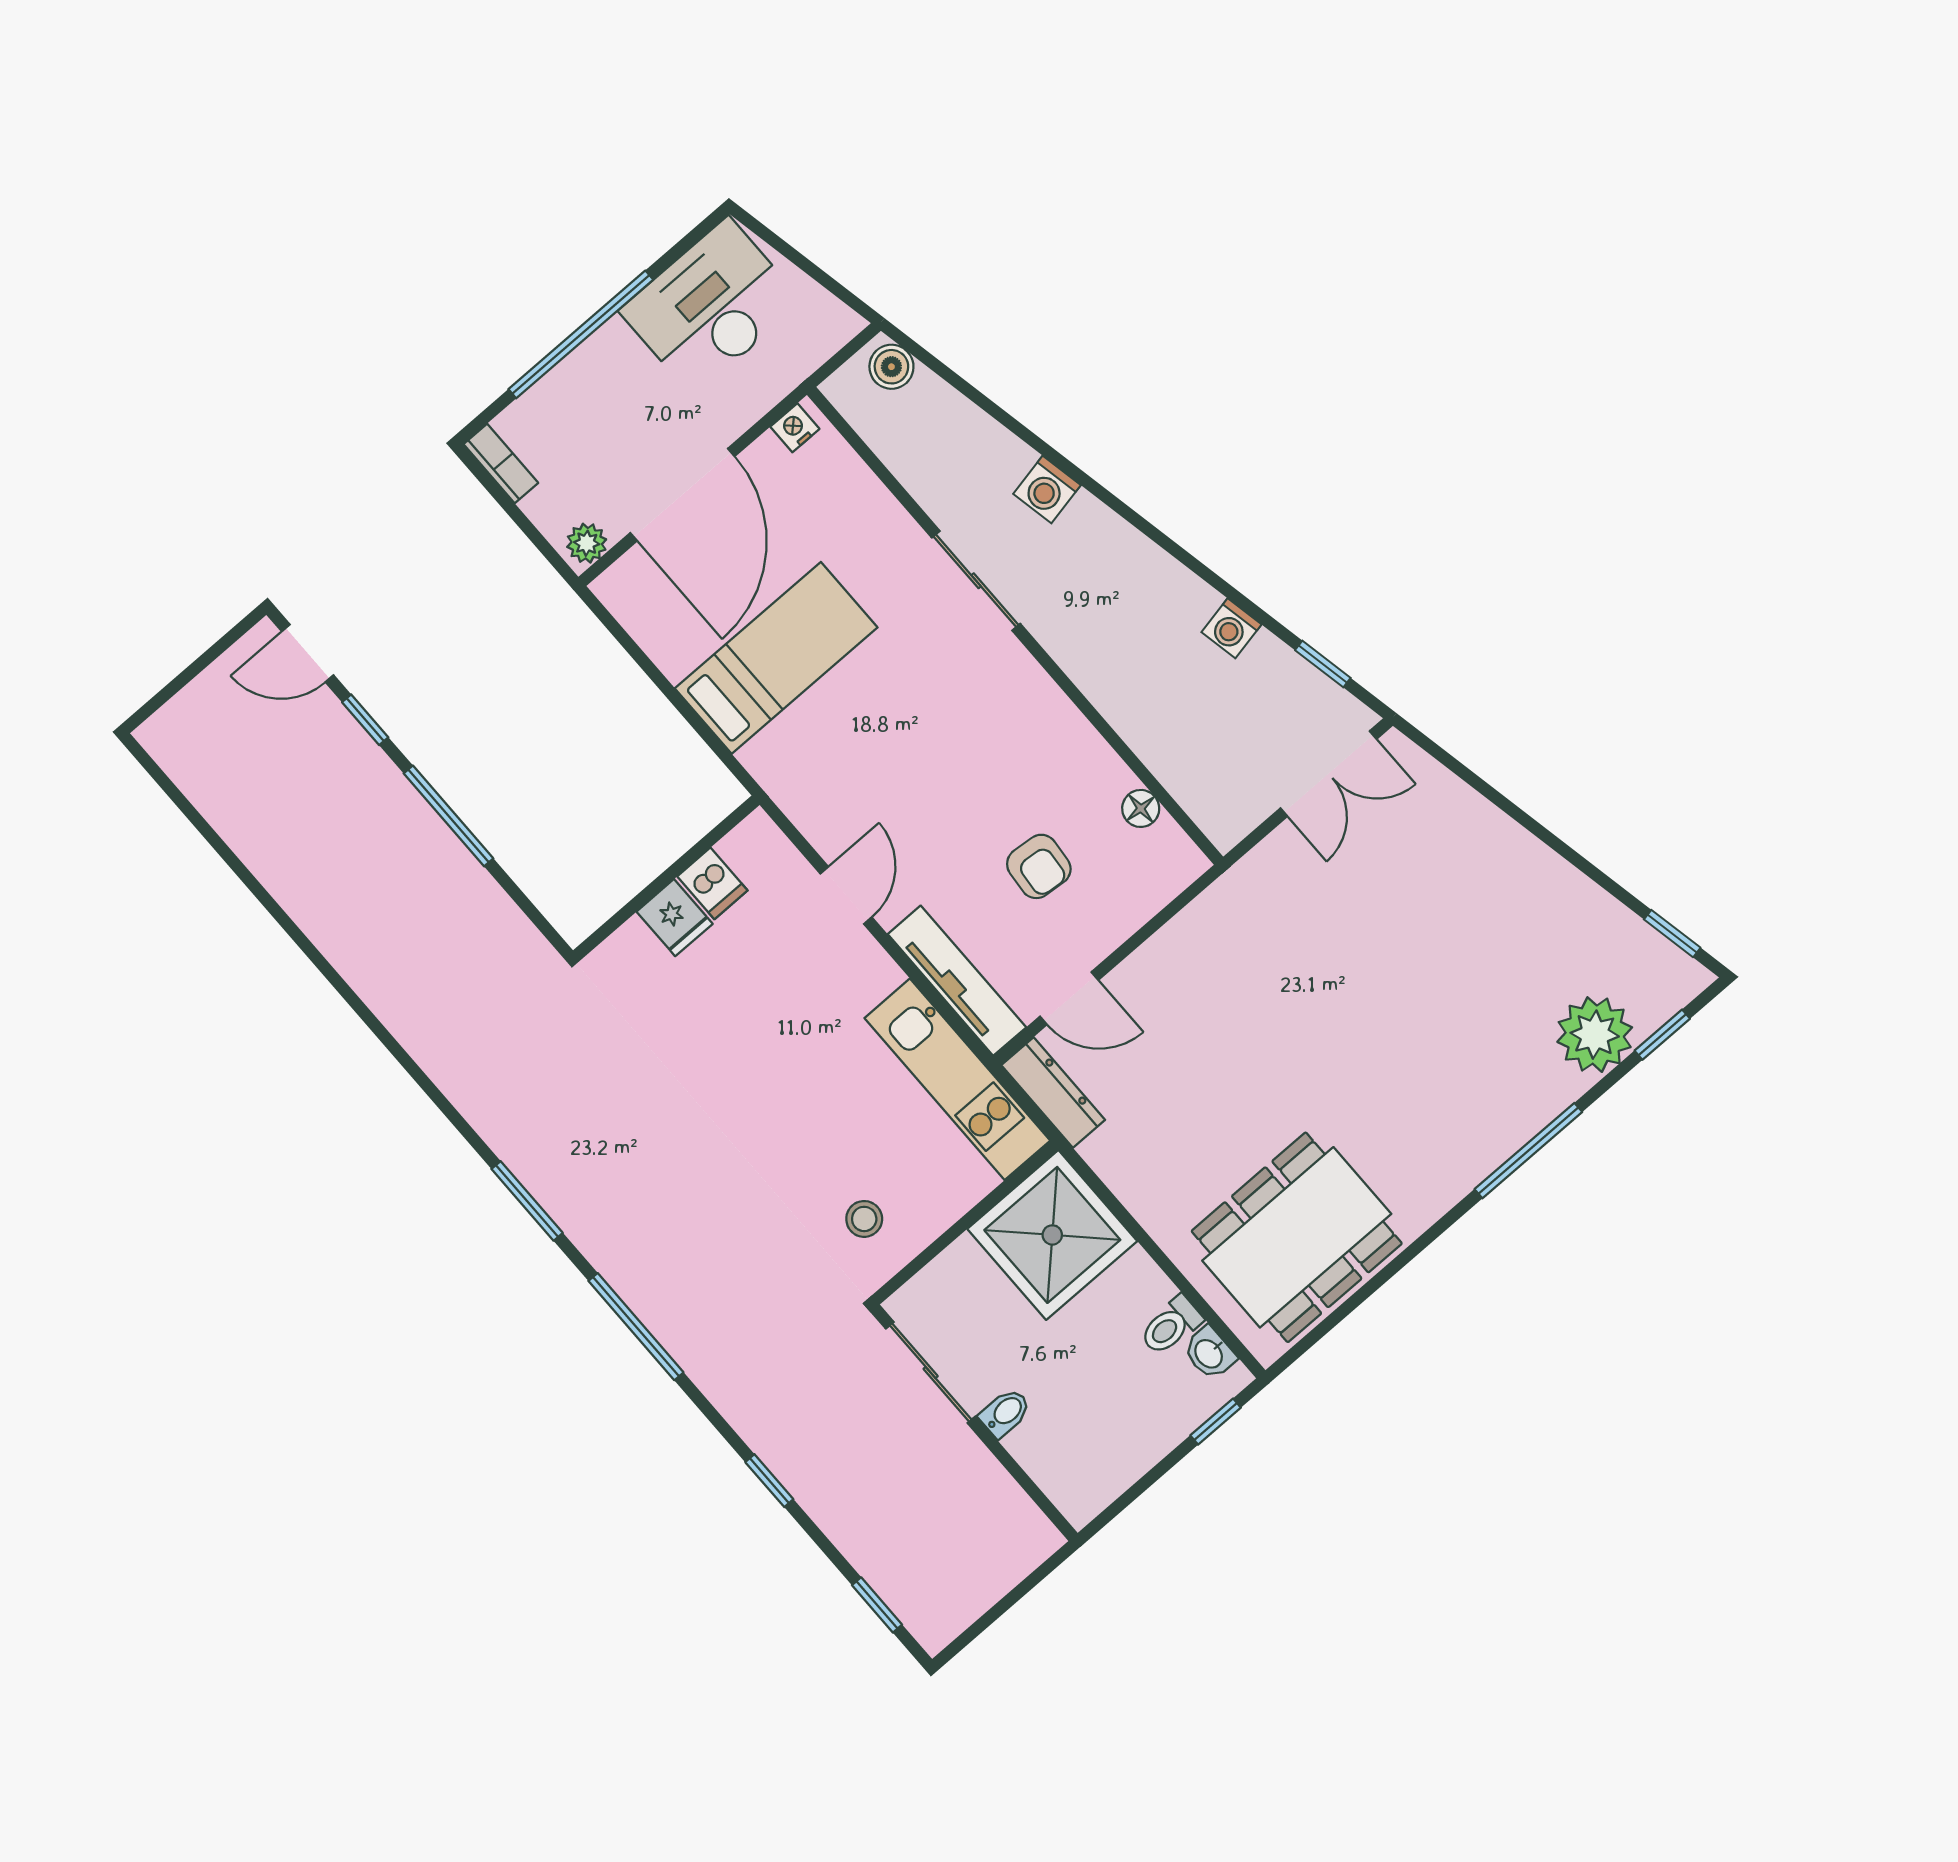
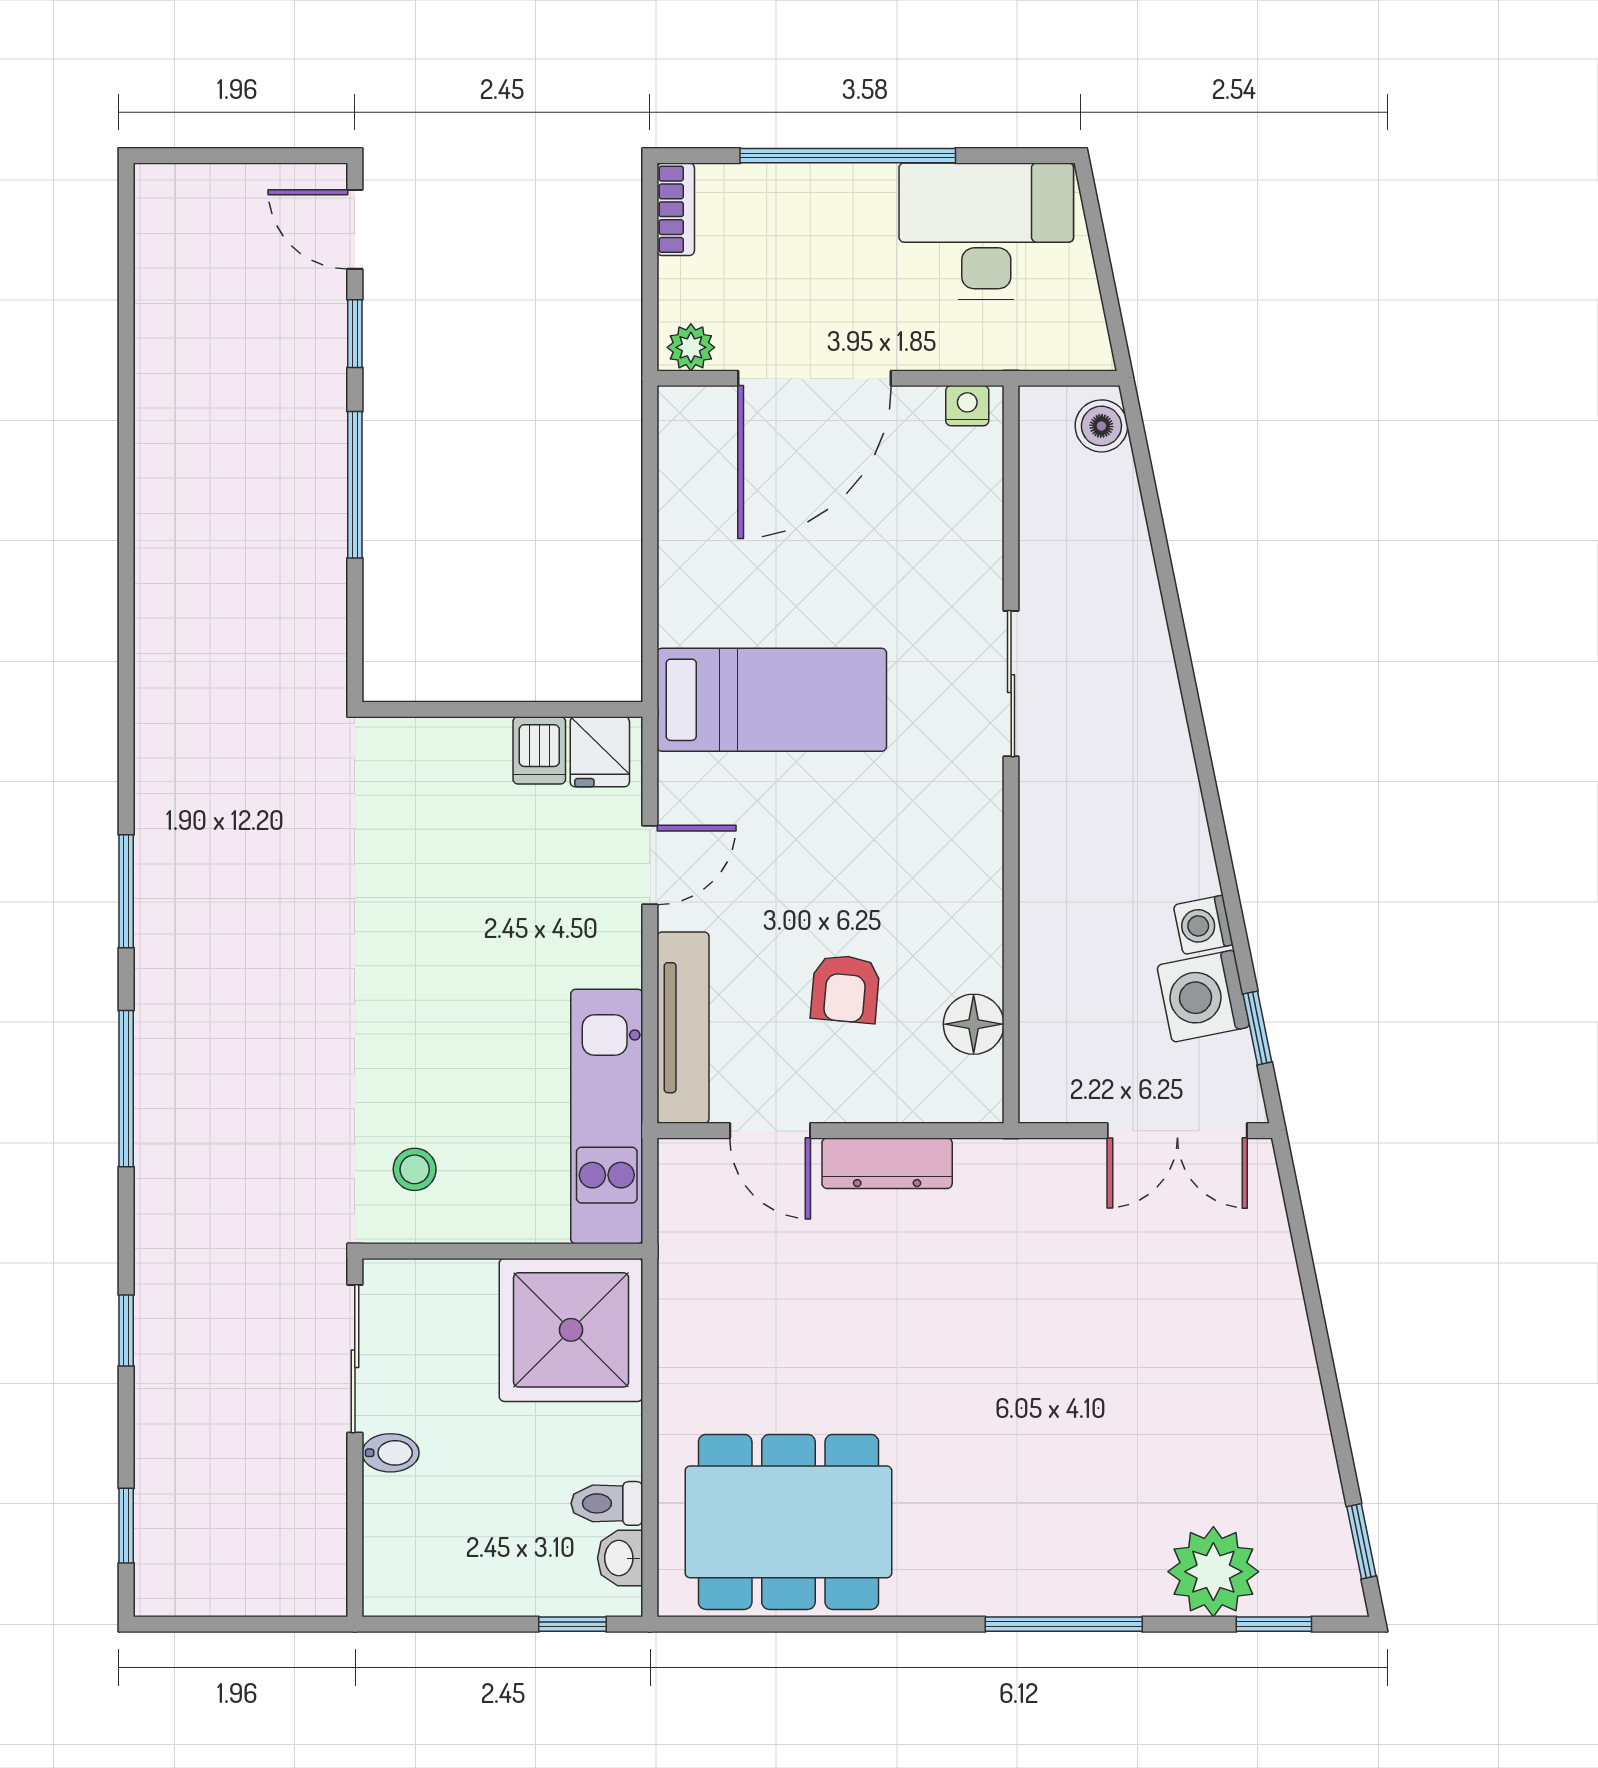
washing machine: (1047, 489) -> (1203, 996), moved, width x1.38, depth x1.38
bed: (776, 658) -> (772, 700), moved
floor lamp: (1141, 808) -> (974, 1024), width x1.37, depth x1.37
fridge: (675, 918) -> (600, 752), moved
dresser: (1053, 1093) -> (887, 1163), moved, turned 90

